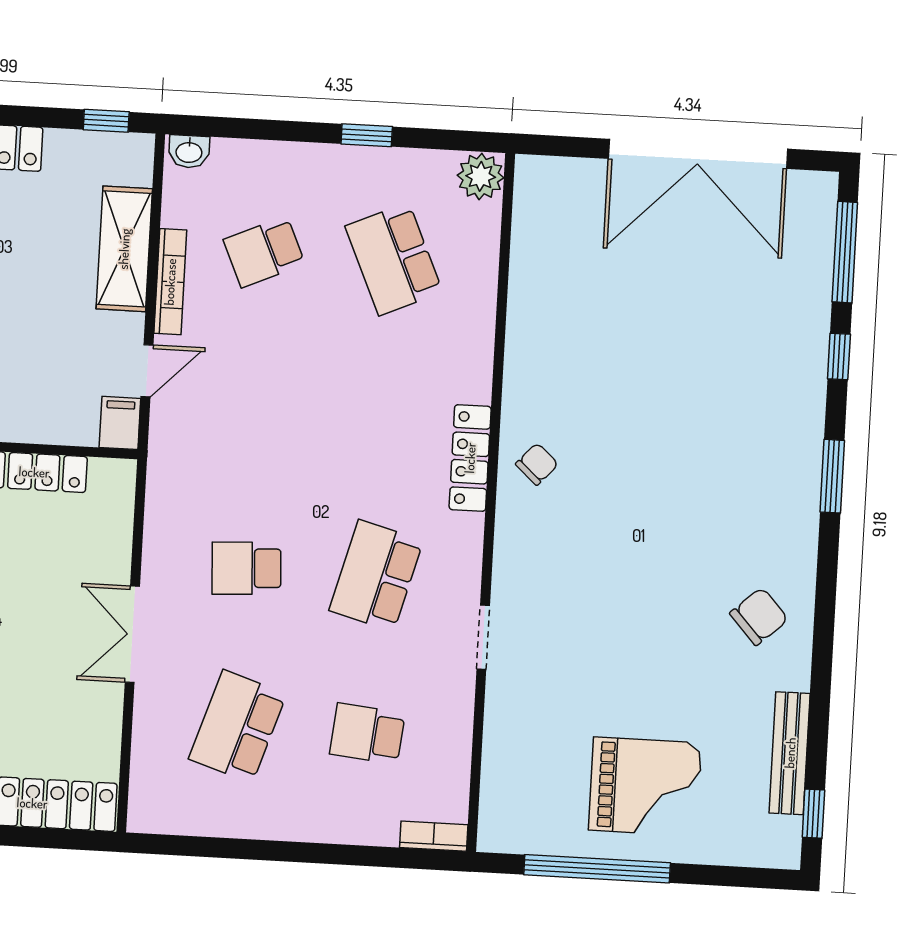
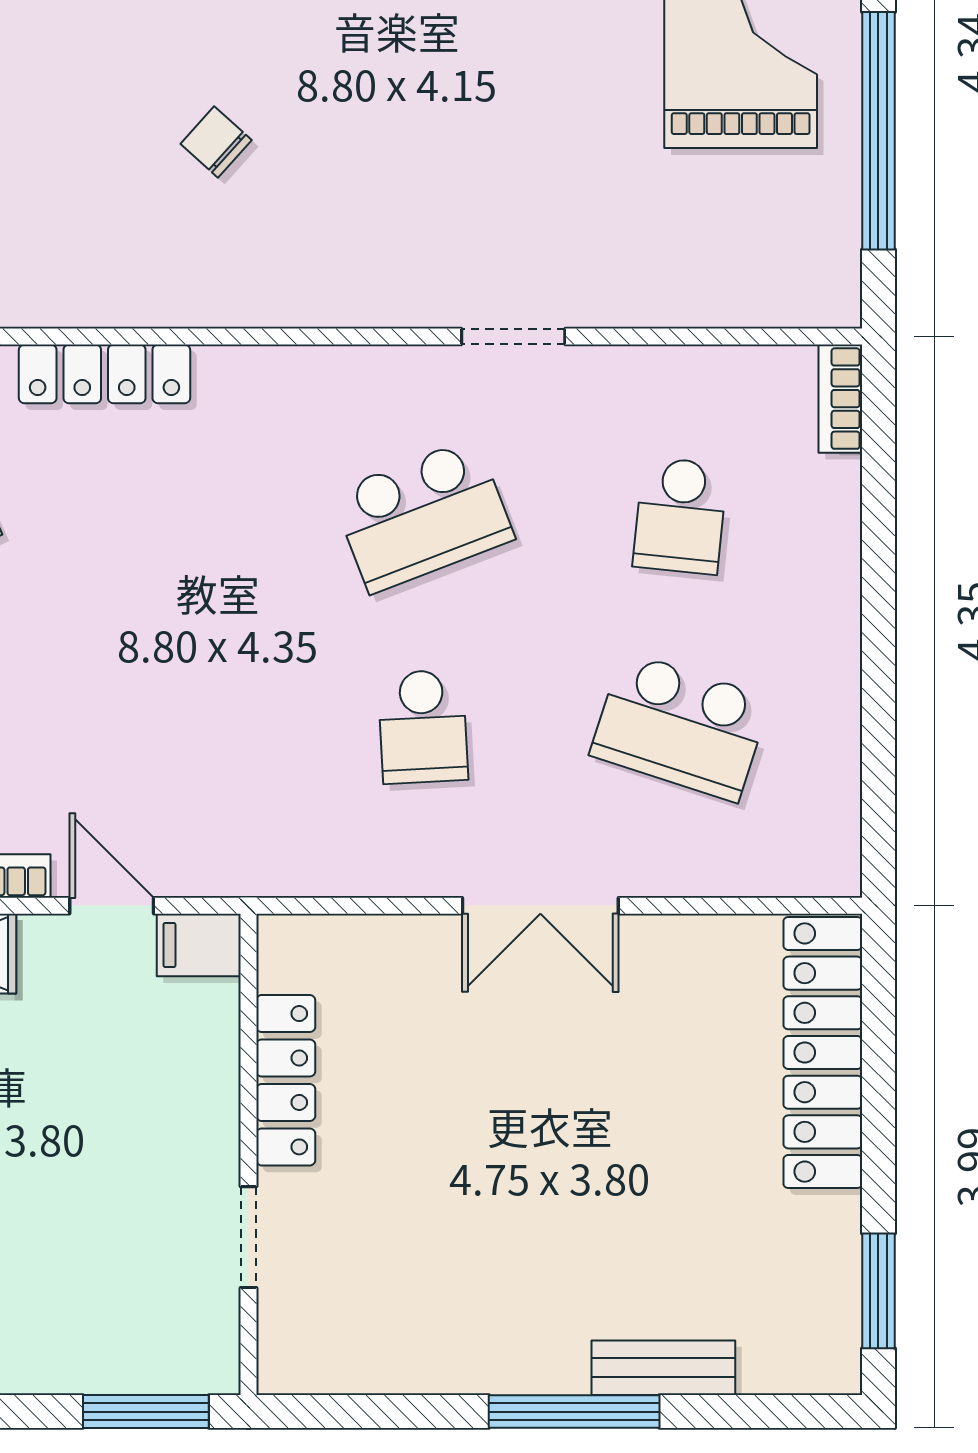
locker: (470, 458) -> (104, 374), moved
chair: (537, 464) -> (216, 142), moved
school desk: (376, 575) -> (423, 516), turned -36

